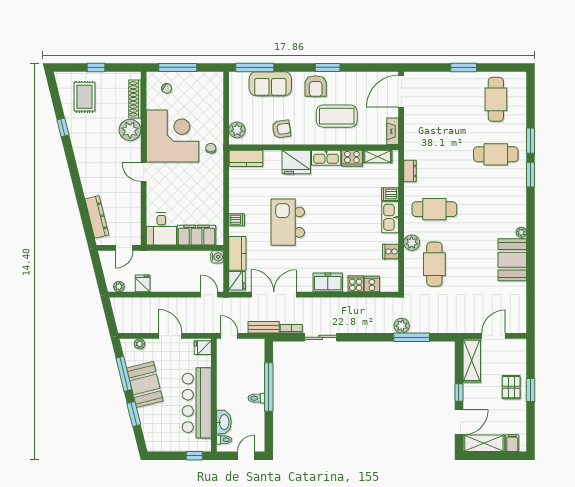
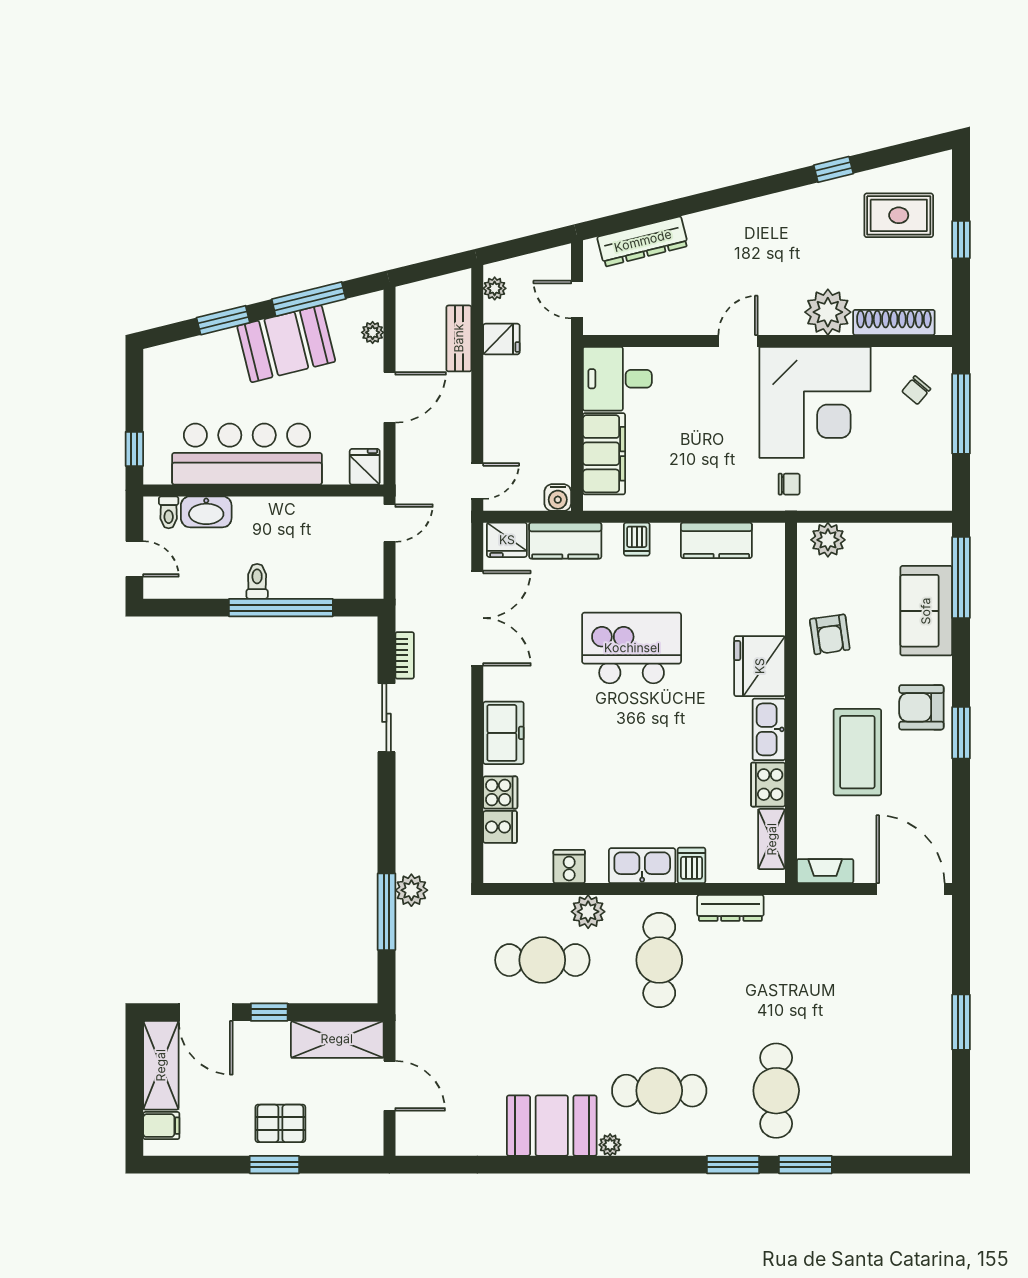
cafe table: (496, 99) -> (659, 1091), moved
kitchen counter: (246, 158) -> (716, 540), moved, turned -90
dresser: (410, 171) -> (730, 908), width x1.44
bench: (264, 327) -> (459, 338), moved

